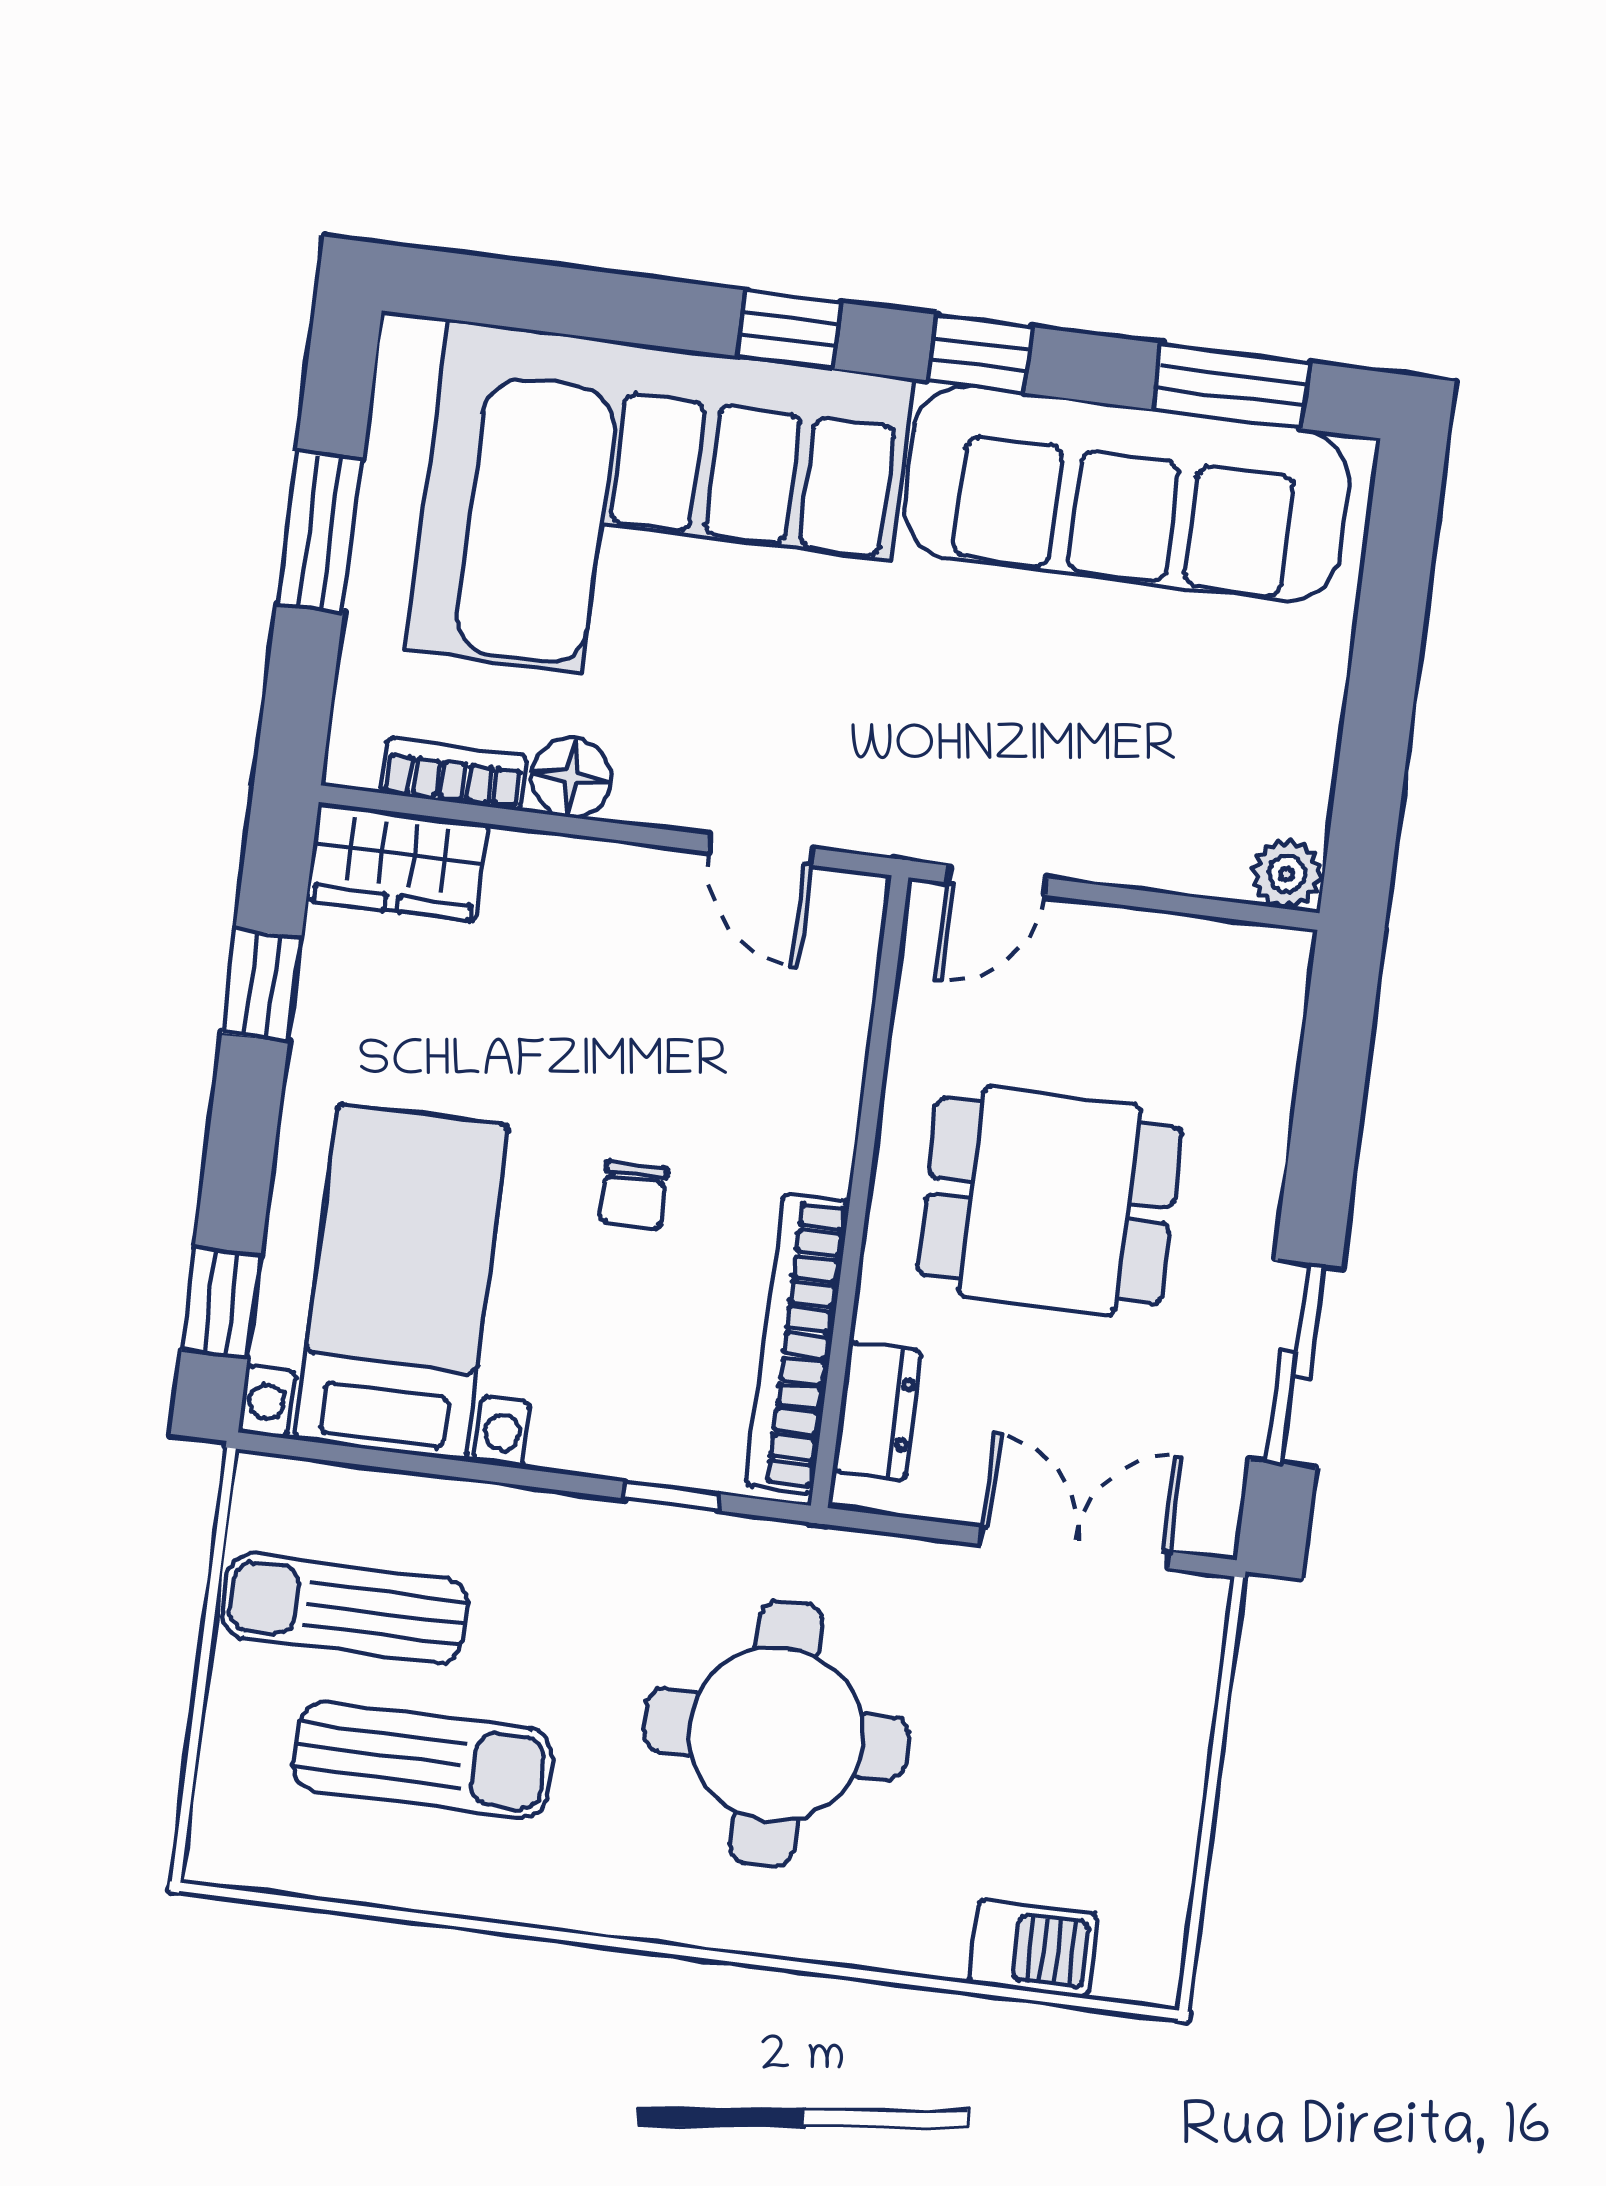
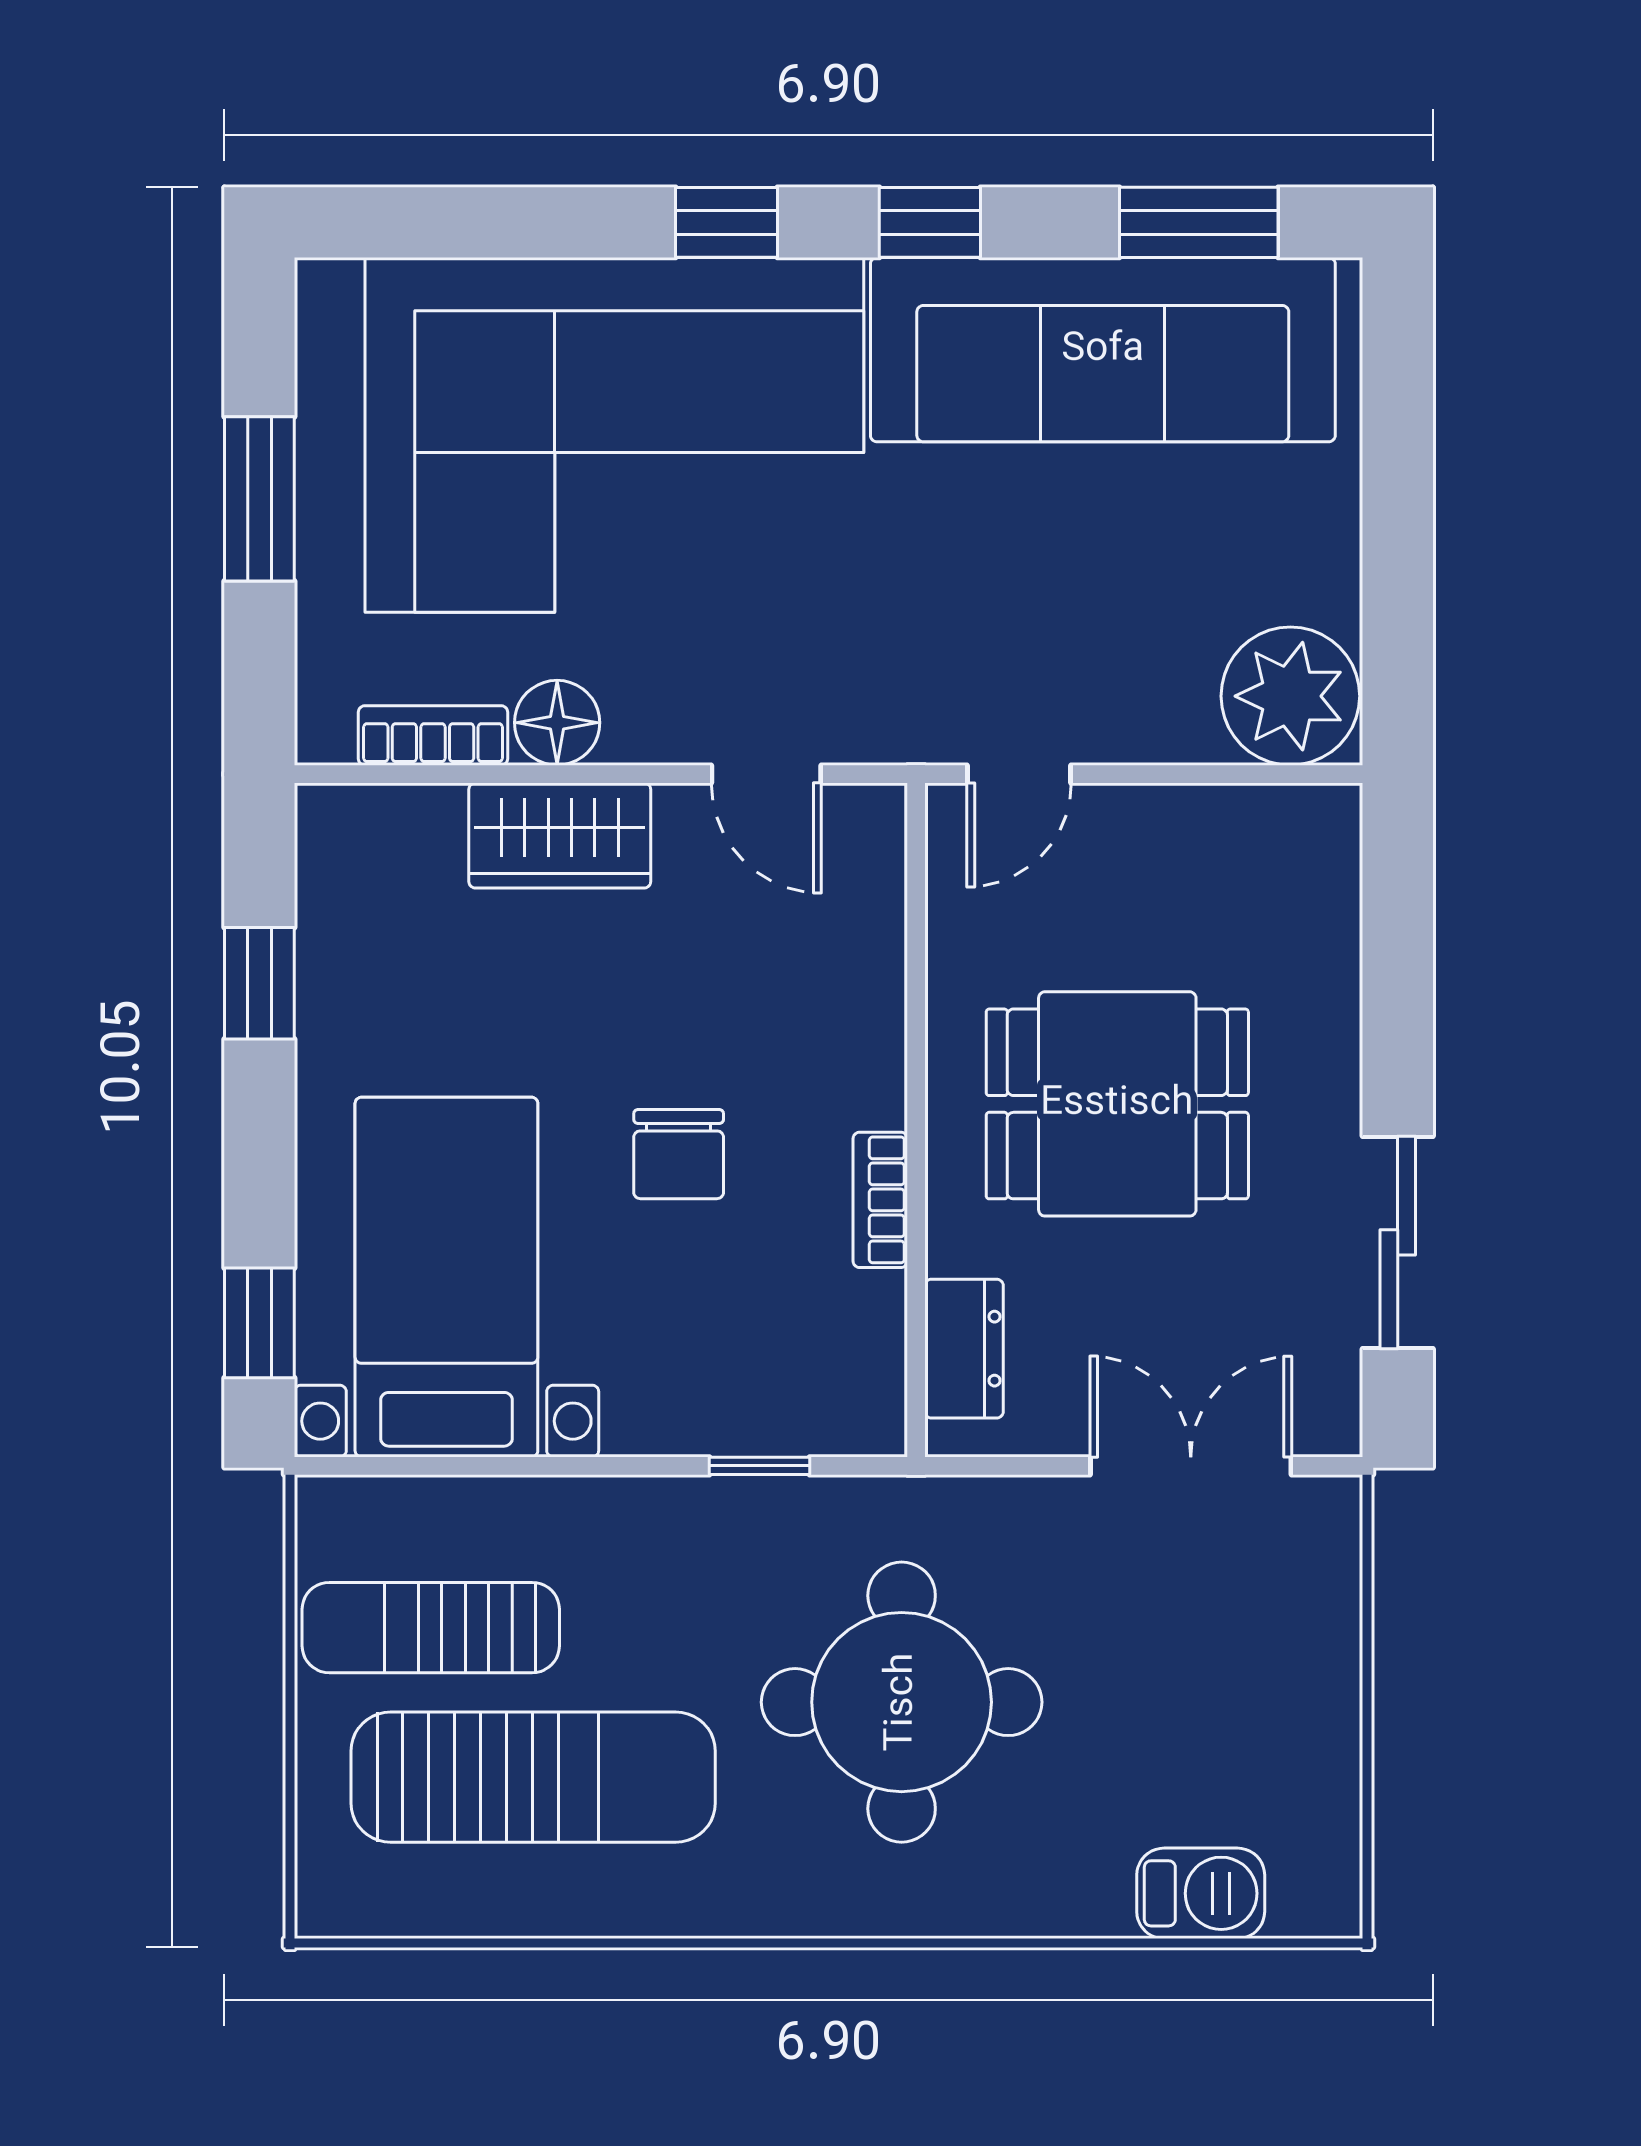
wardrobe: (397, 862) -> (560, 835), moved
plant: (1287, 874) -> (1290, 696), width x1.88, depth x1.88
chair: (633, 1195) -> (679, 1154), width x1.37, depth x1.37
bookcase: (798, 1344) -> (880, 1200), width x0.43, depth x0.76
sun lounger: (423, 1760) -> (533, 1777), width x1.36, depth x1.34

